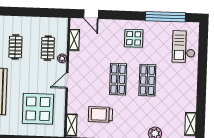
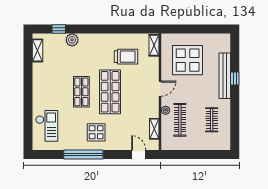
window: (165, 17) -> (83, 154), moved
clothes rail: (48, 48) -> (180, 120), width x1.36
shop shelf: (118, 79) -> (110, 92), width x1.43, depth x1.36

